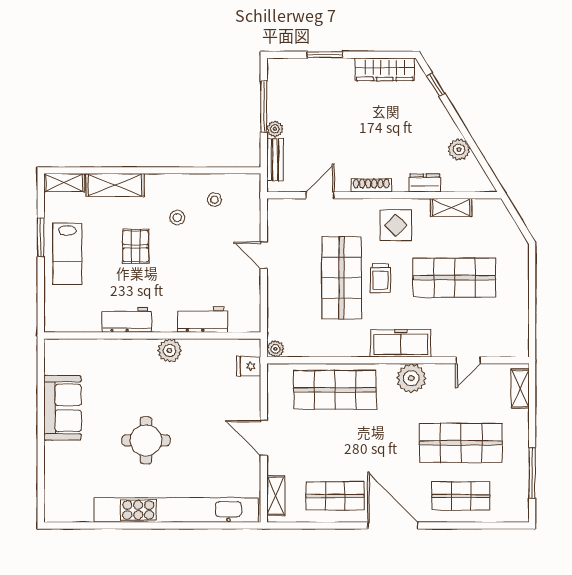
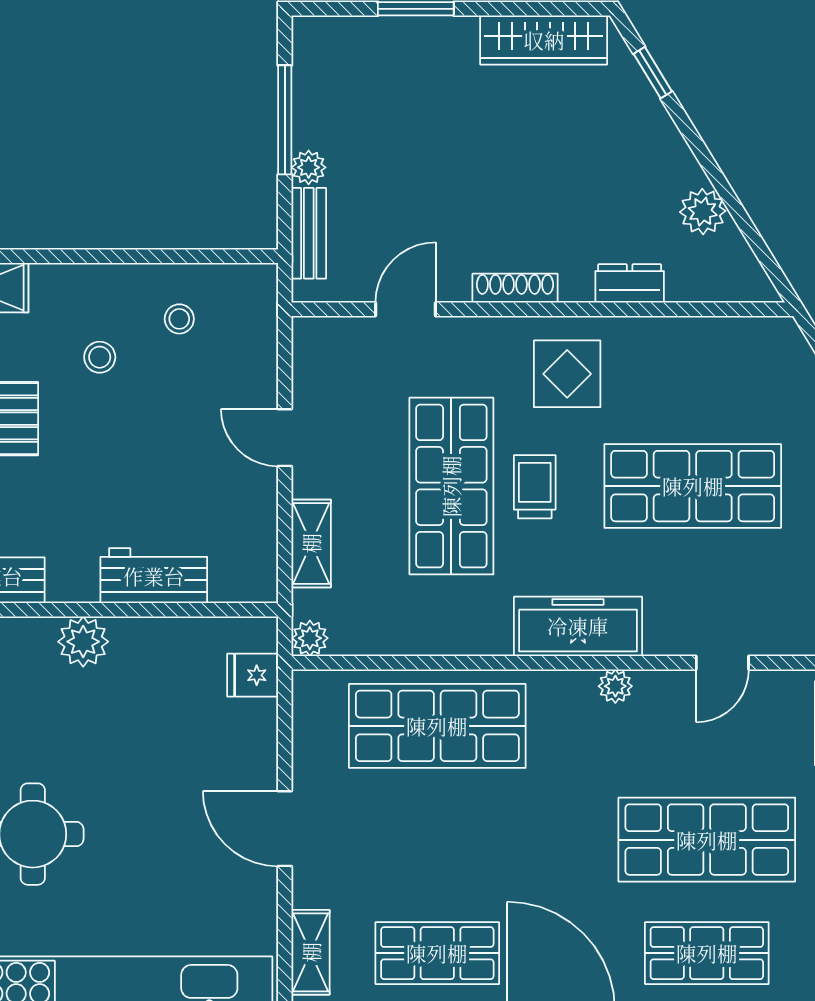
shelving: (451, 207) -> (311, 543), moved, turned 90
trolley: (381, 278) -> (535, 487), turned 180
plant: (411, 378) -> (615, 686), width x0.53, depth x0.53

